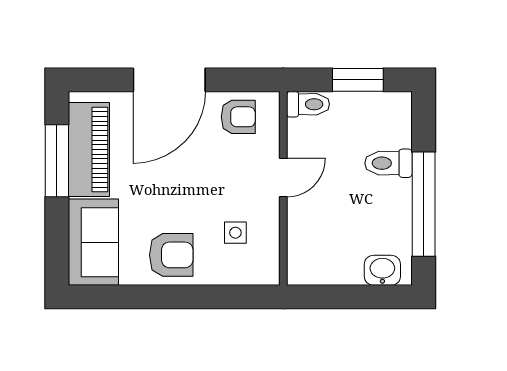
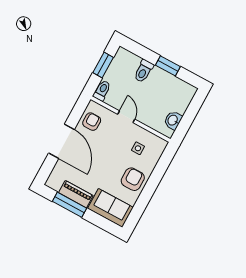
piano: (89, 149) -> (76, 194), width x0.73, depth x0.75
window: (424, 204) -> (168, 66), width x0.47
washbasin: (382, 270) -> (173, 120), moved

